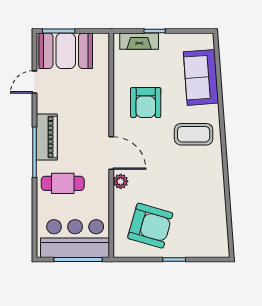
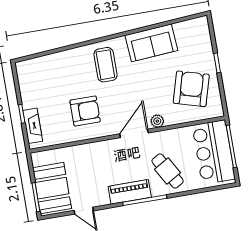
sofa: (201, 77) -> (151, 43), moved
cafe table: (63, 183) -> (168, 171), turned -30

